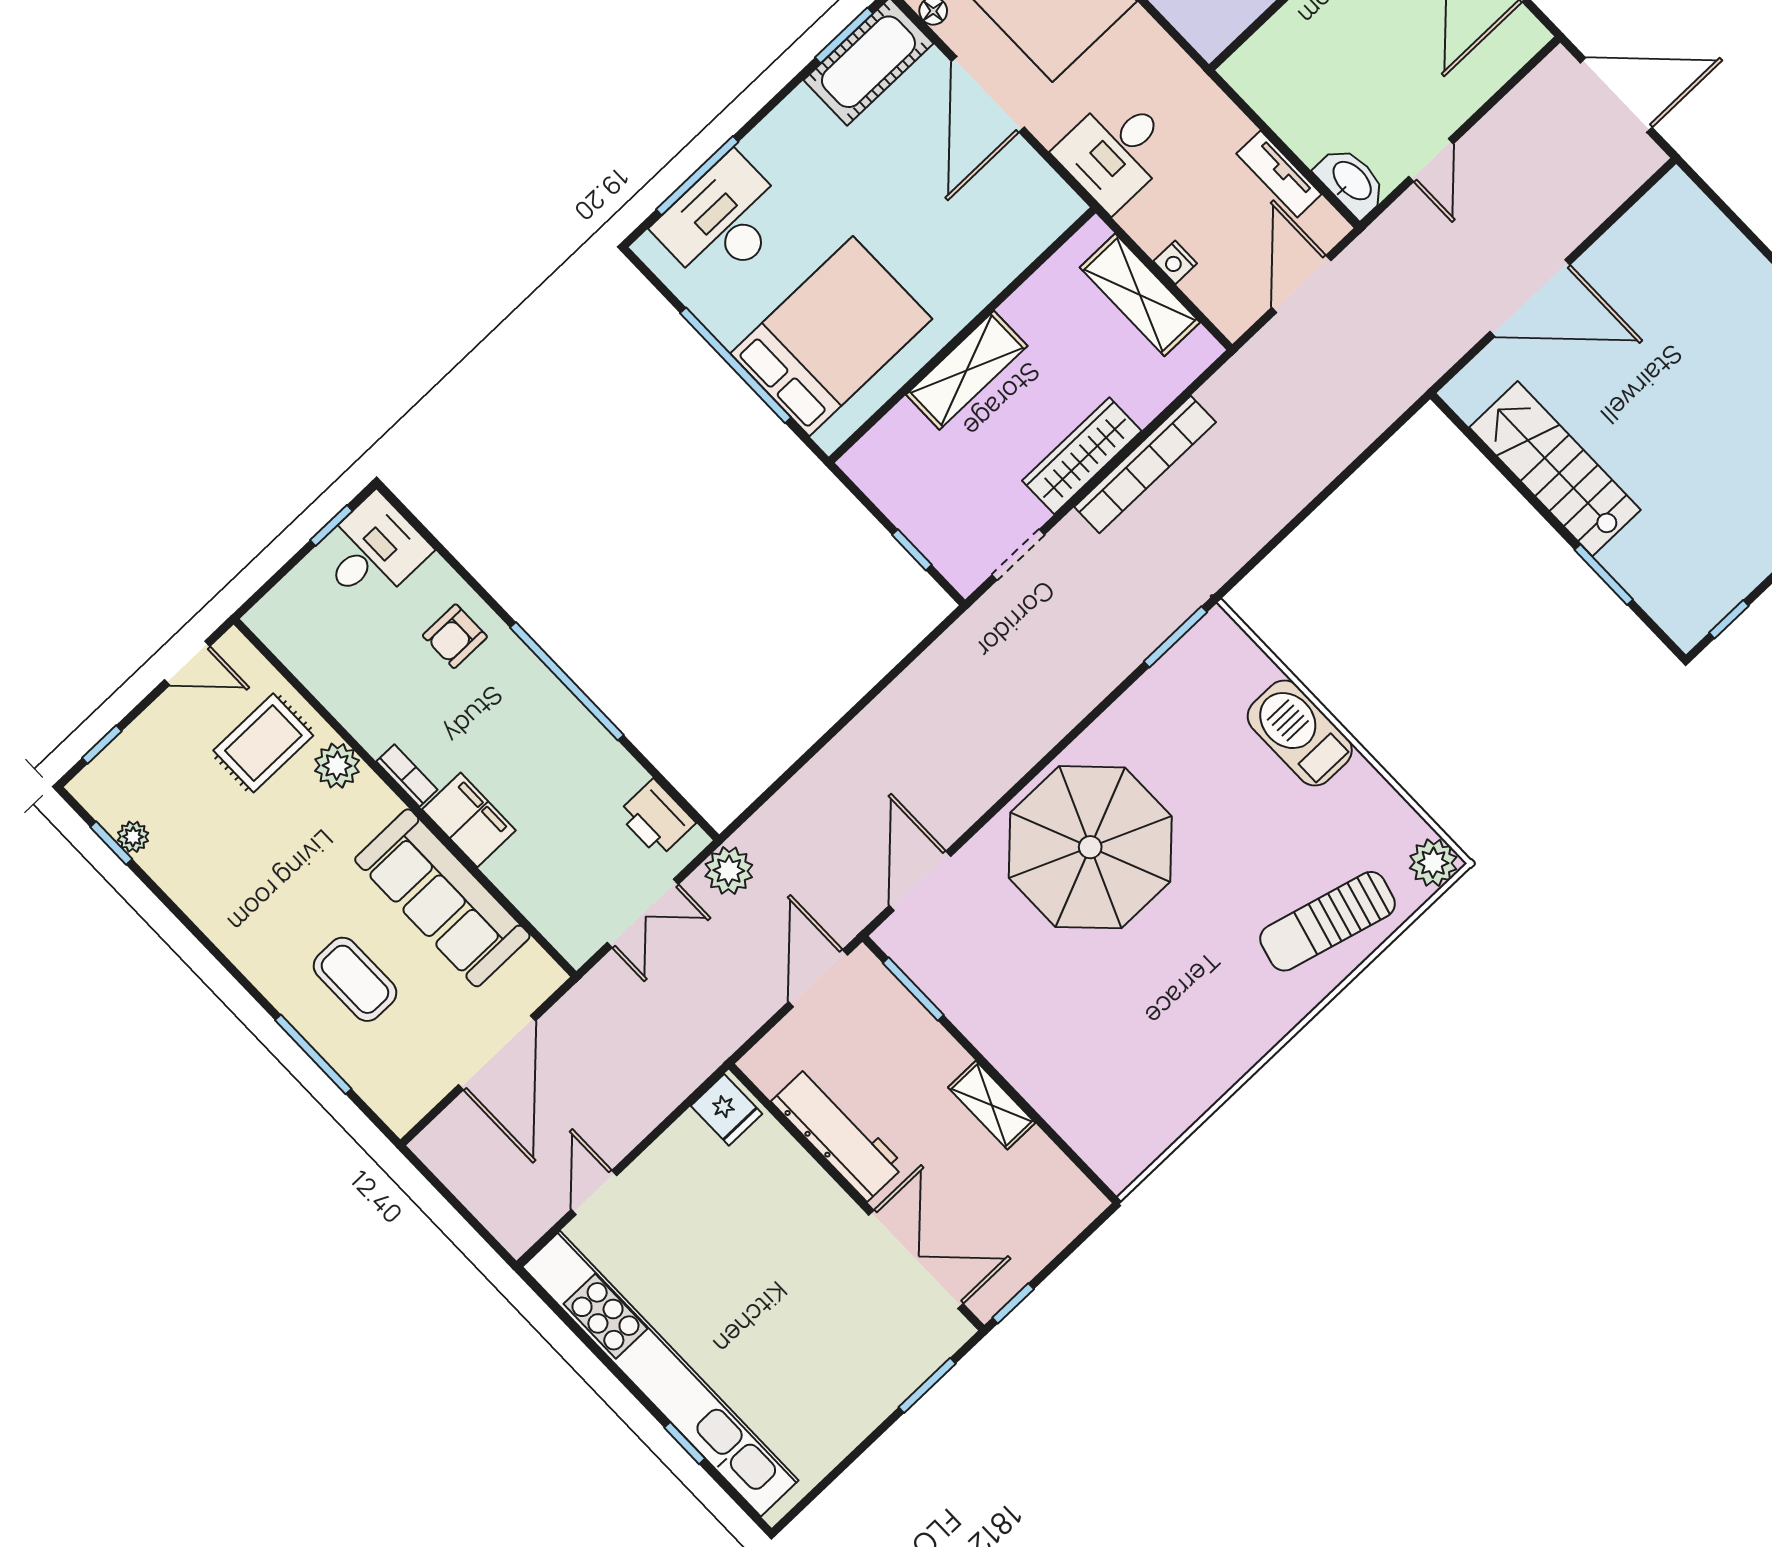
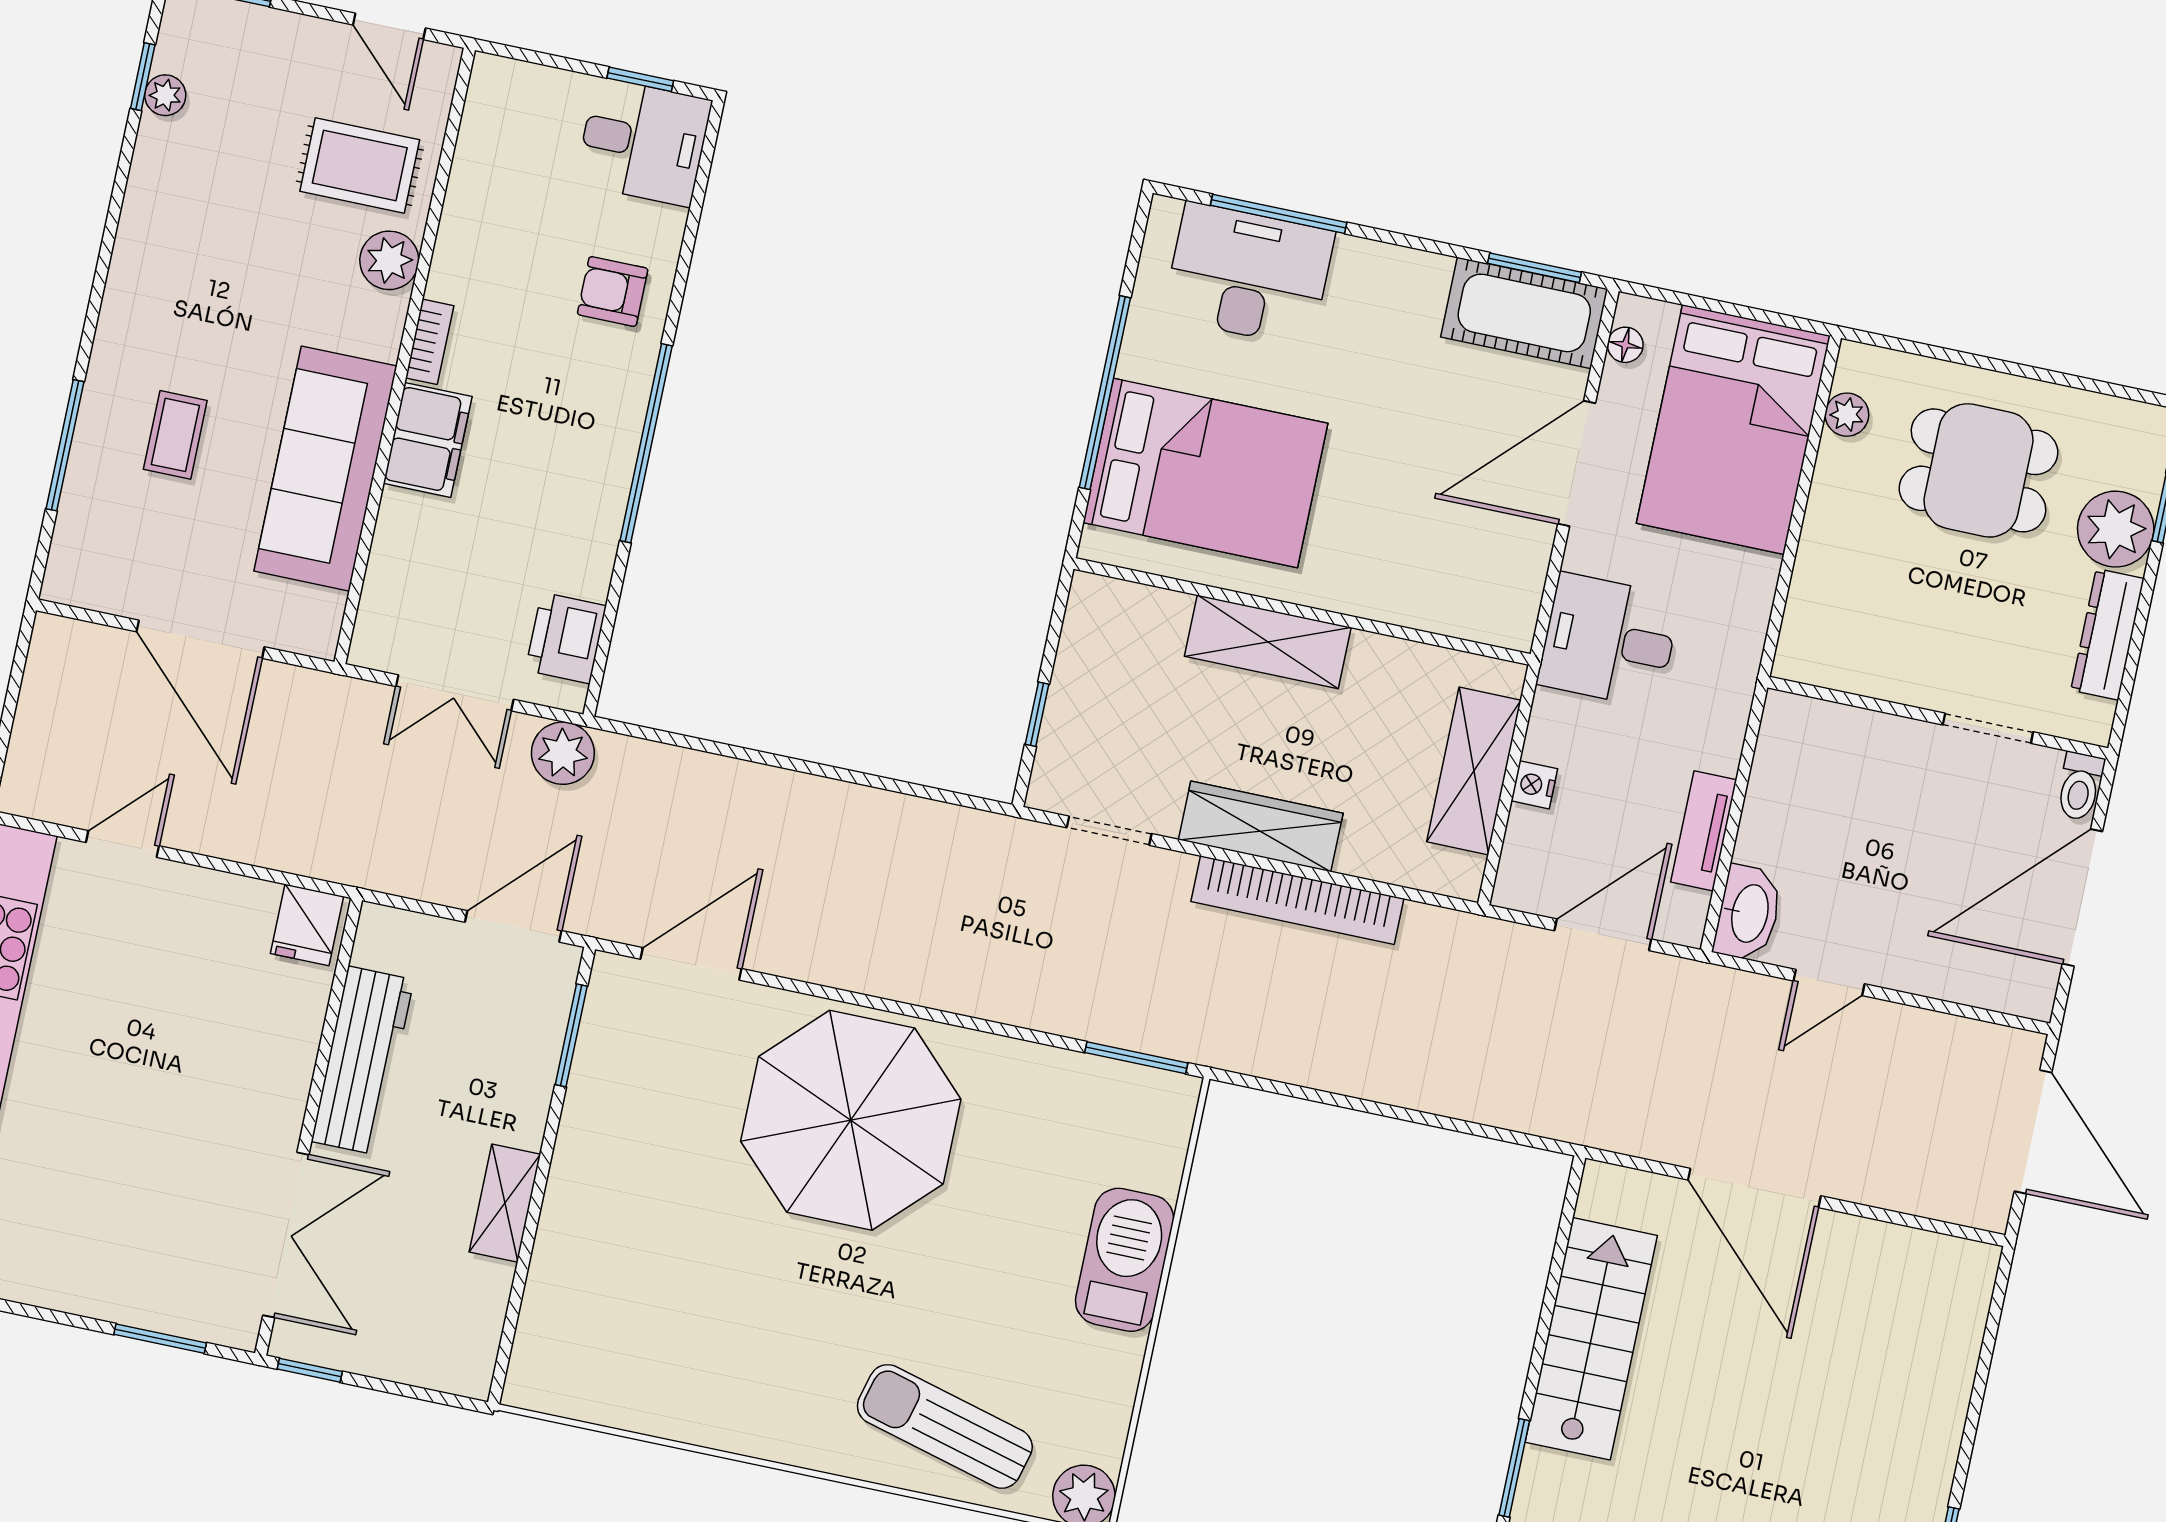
coffee table: (355, 979) -> (175, 435), width x0.73, depth x0.77
door: (497, 1053) -> (200, 639), hinge flipped

